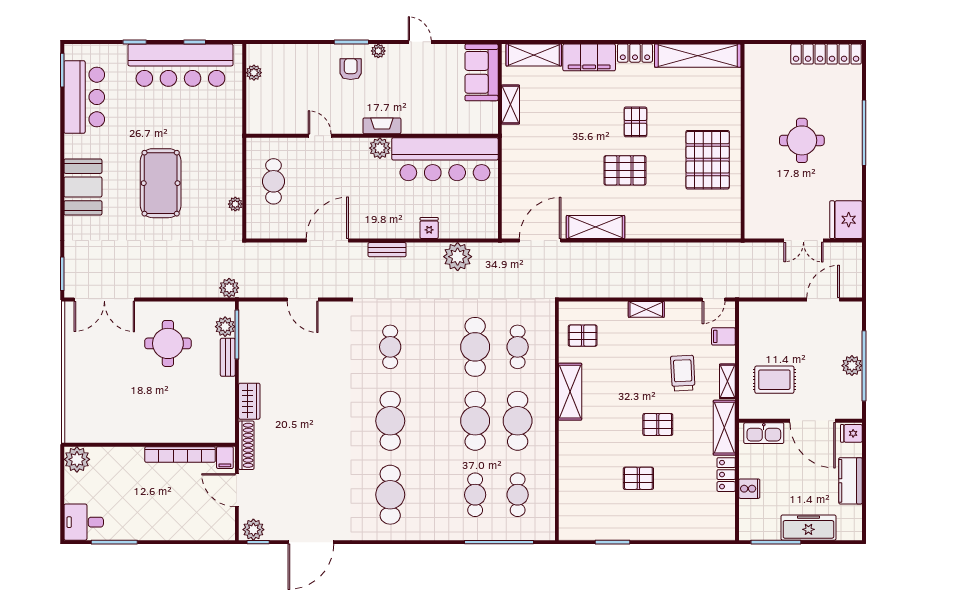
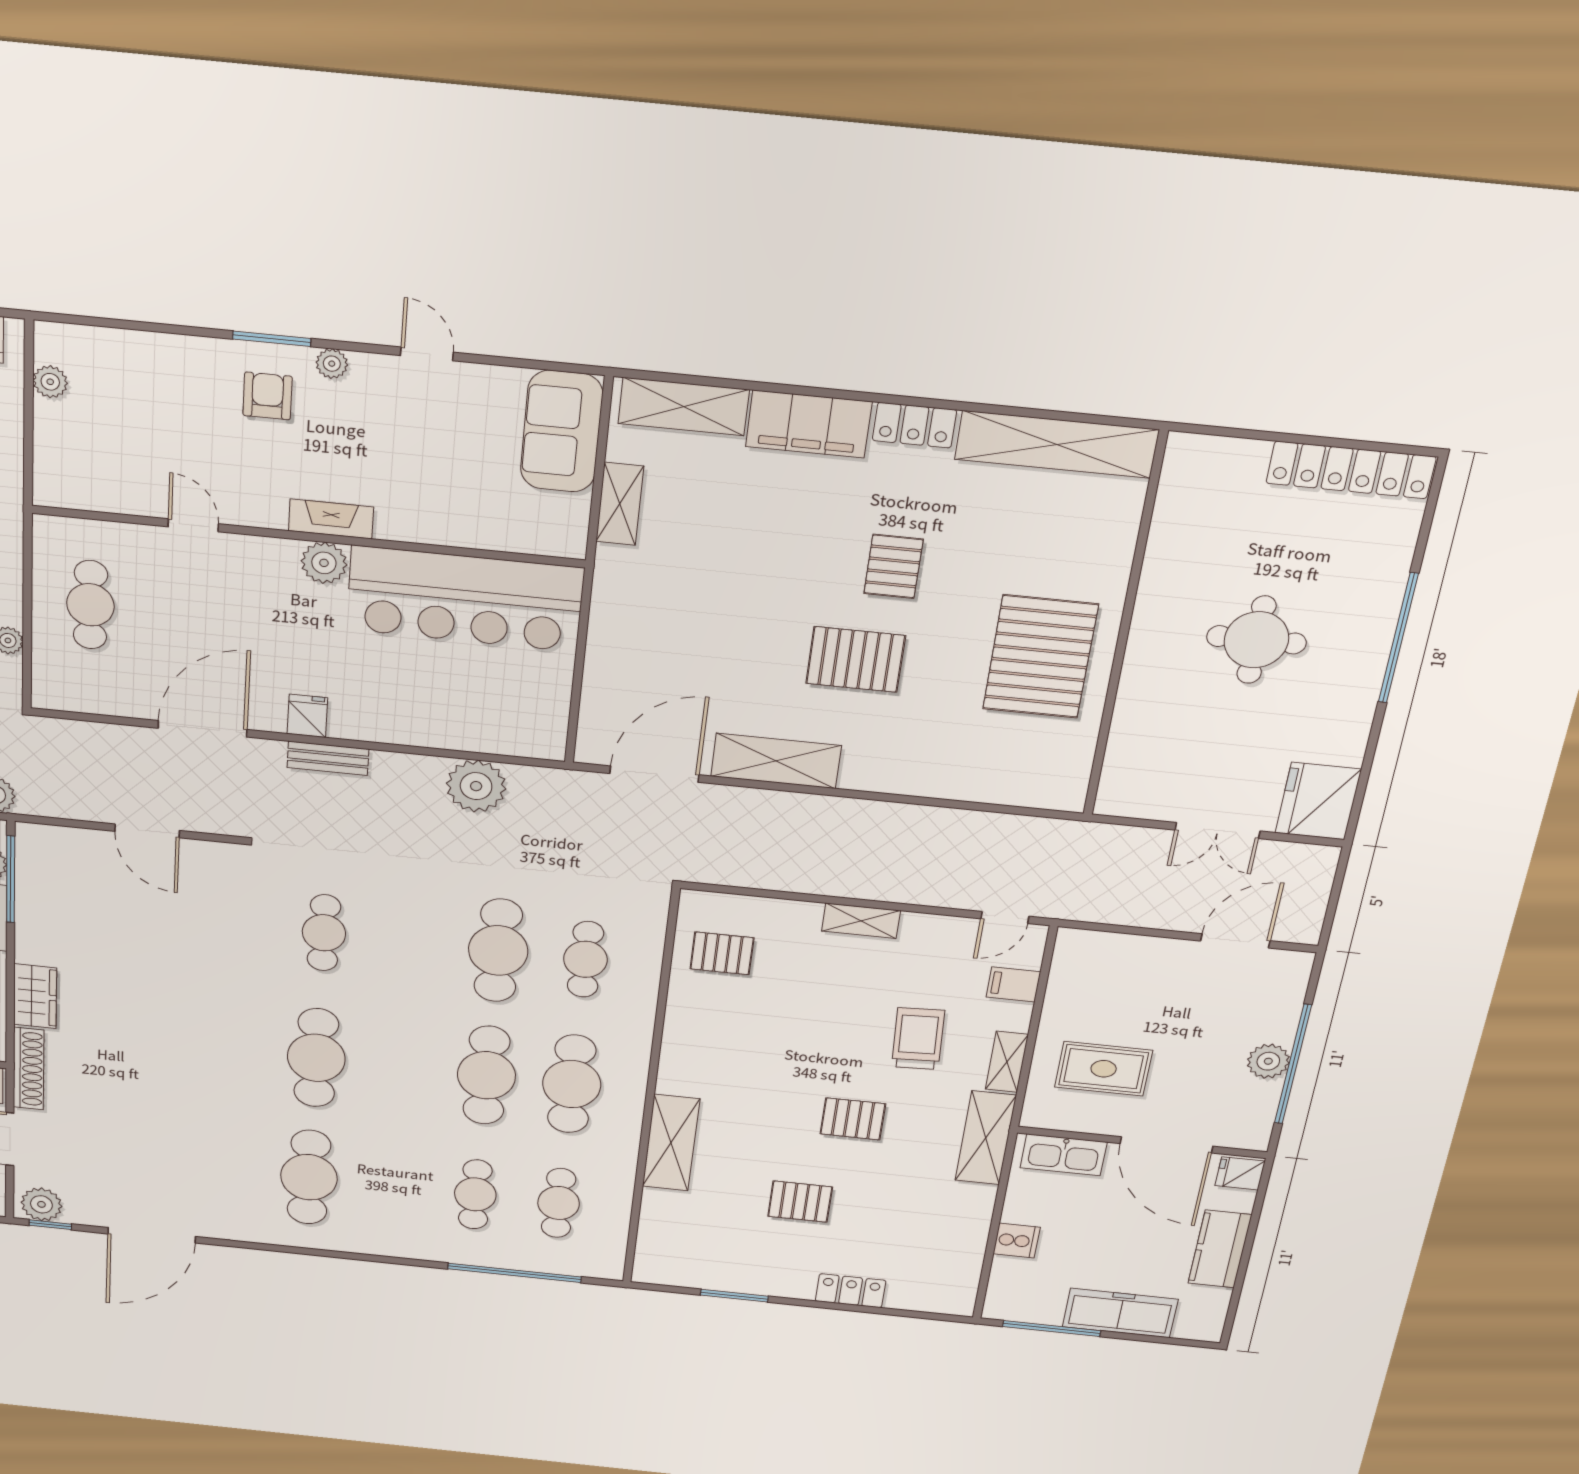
fridge: (429, 228) -> (307, 716), moved
shelving: (570, 392) -> (671, 1143), moved
locker: (726, 475) -> (851, 1291), moved, turned 90

